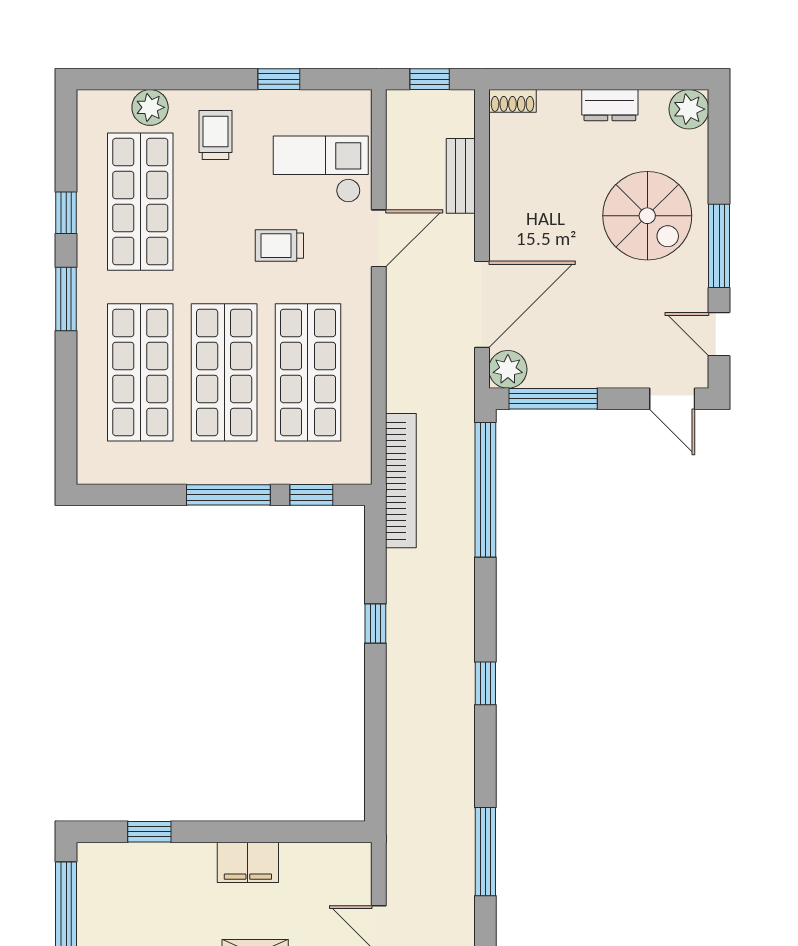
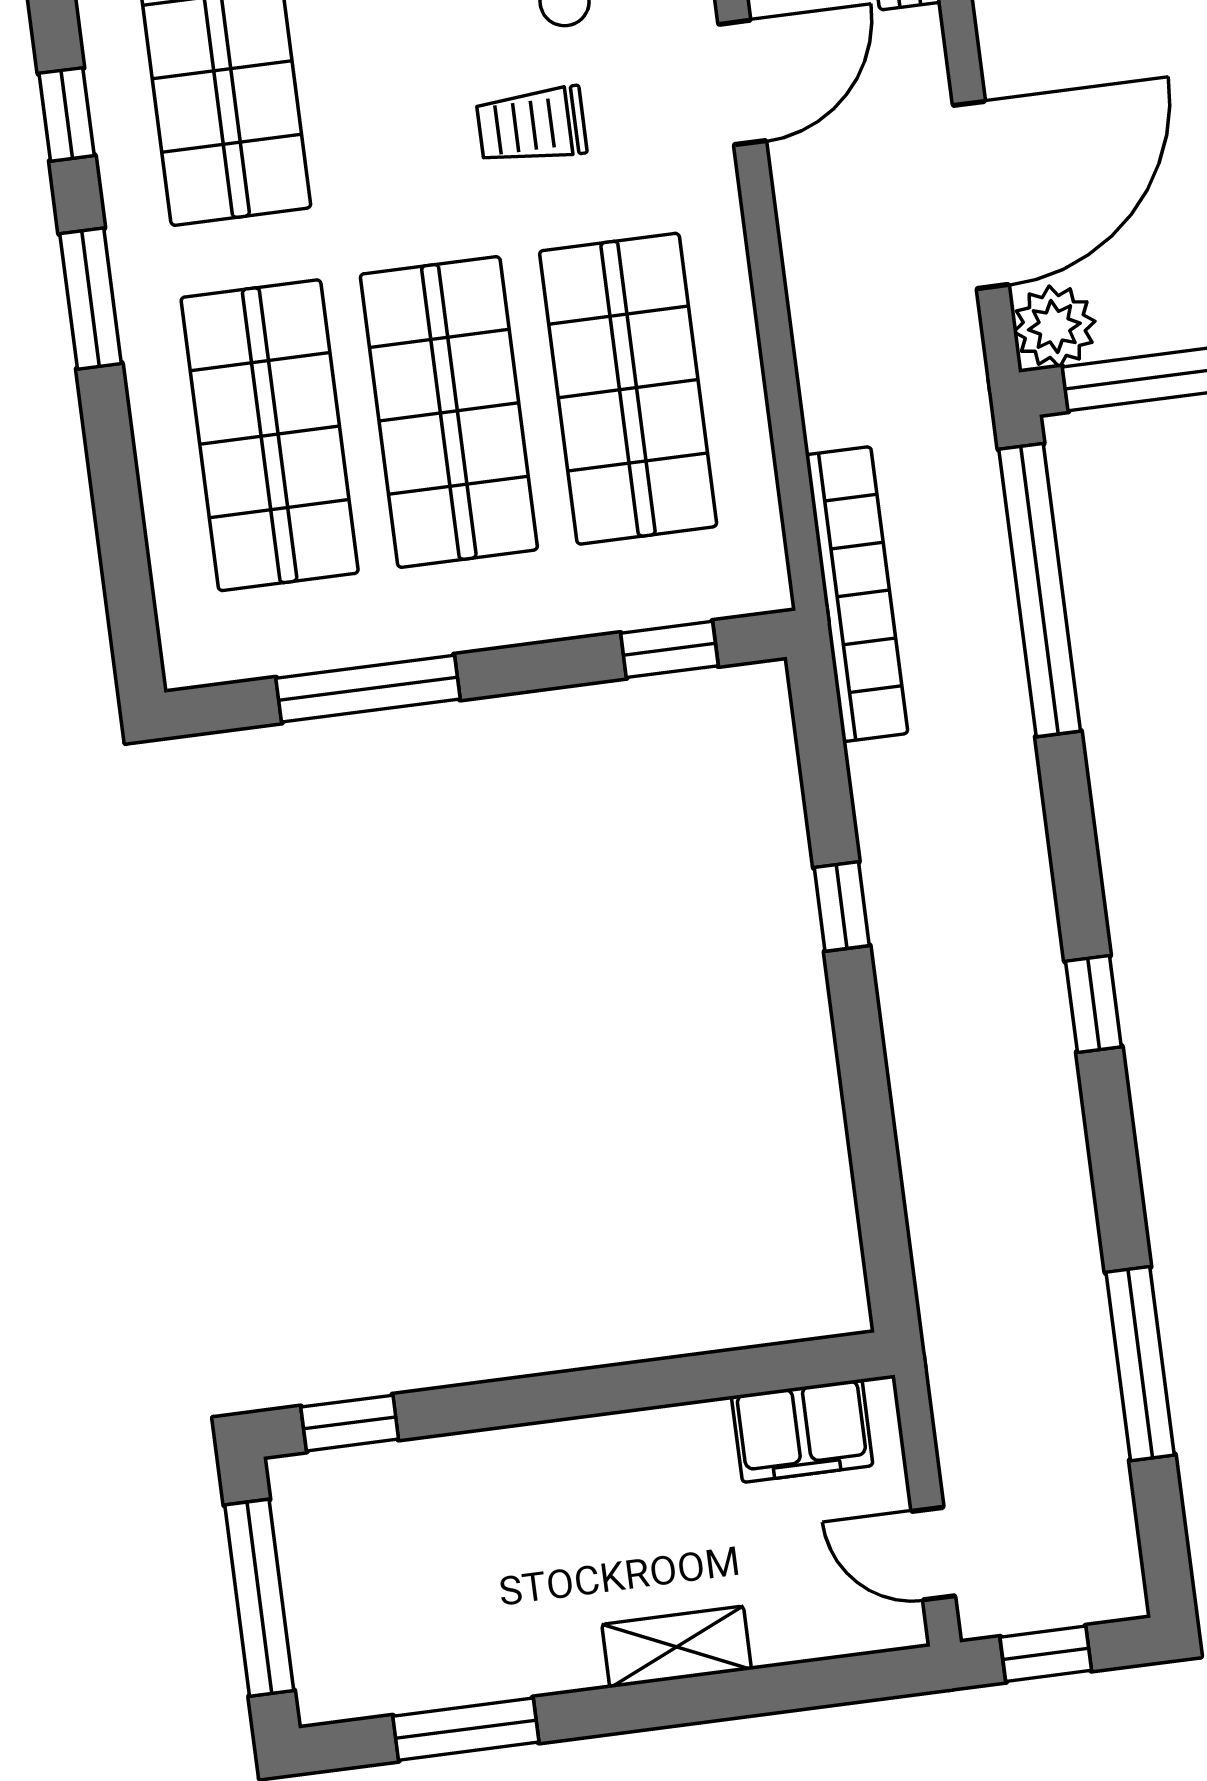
window: (228, 495) -> (368, 689), moved
window: (149, 832) -> (350, 1423), moved
filing cabinet: (248, 862) -> (802, 1431), moved

